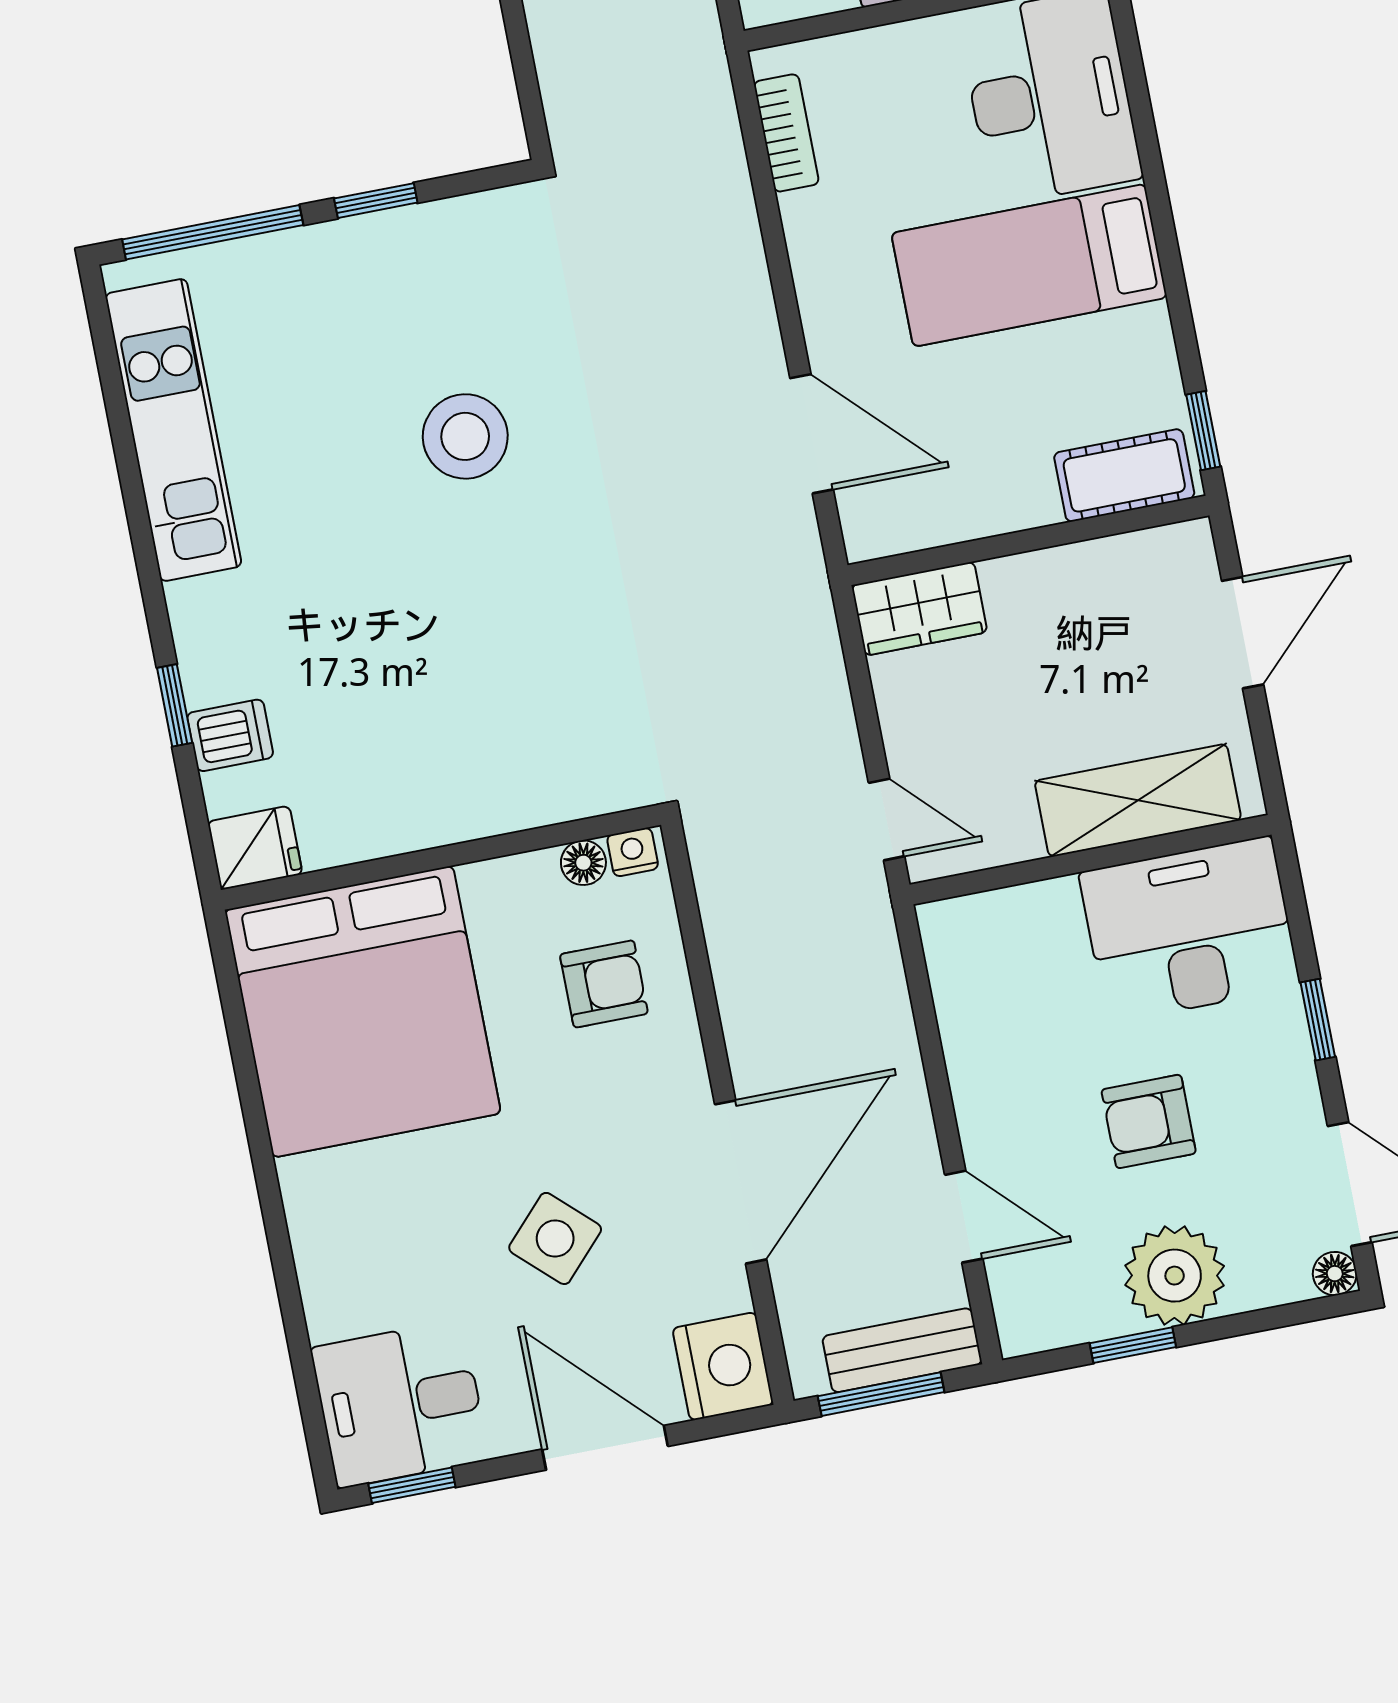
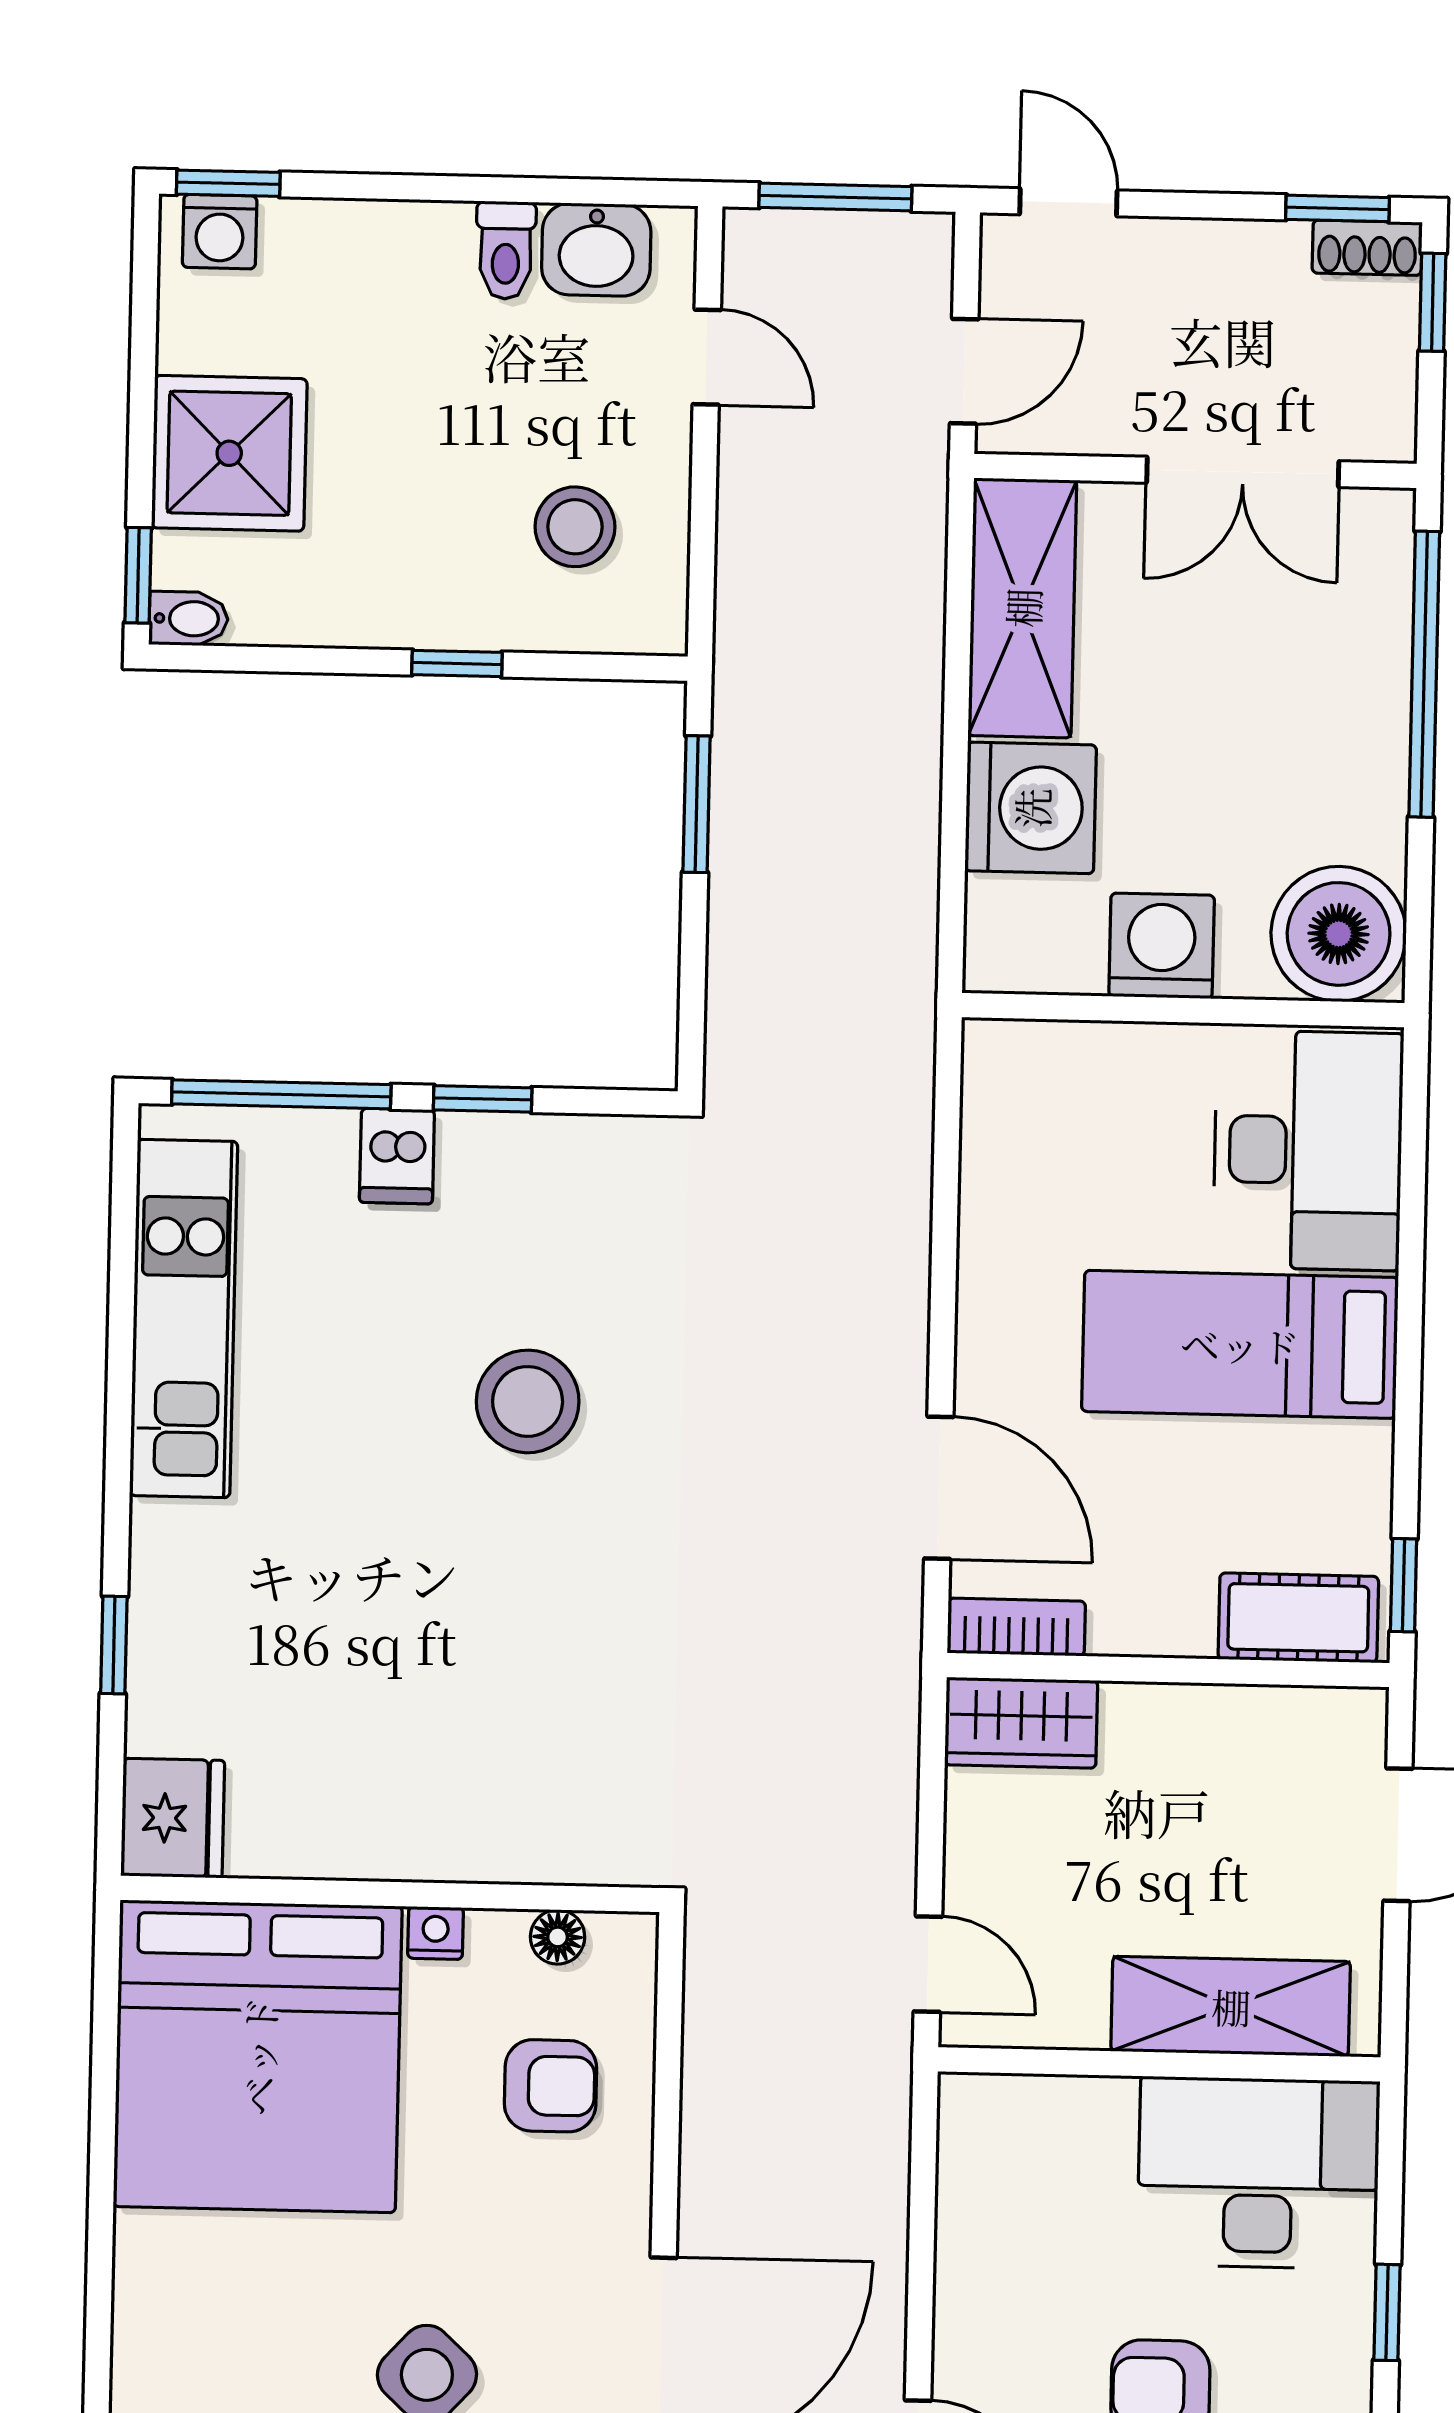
bookcase: (786, 133) -> (1016, 1627), moved, turned -90
dishwasher: (230, 735) -> (397, 1156), moved, turned 90
fridge: (255, 848) -> (173, 1818), width x1.38
nightstand: (633, 852) -> (435, 1933), moved

